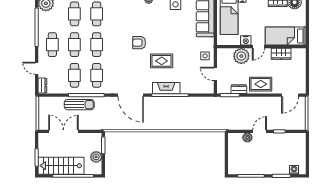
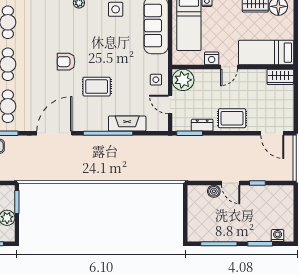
wardrobe: (281, 54) -> (280, 77), moved
plant: (241, 56) -> (183, 80), moved
fireplace: (166, 88) -> (127, 124), moved
door: (131, 95) -> (54, 133), swing flipped
door: (290, 95) -> (272, 133), hinge flipped
door: (260, 131) -> (231, 183), swing flipped

